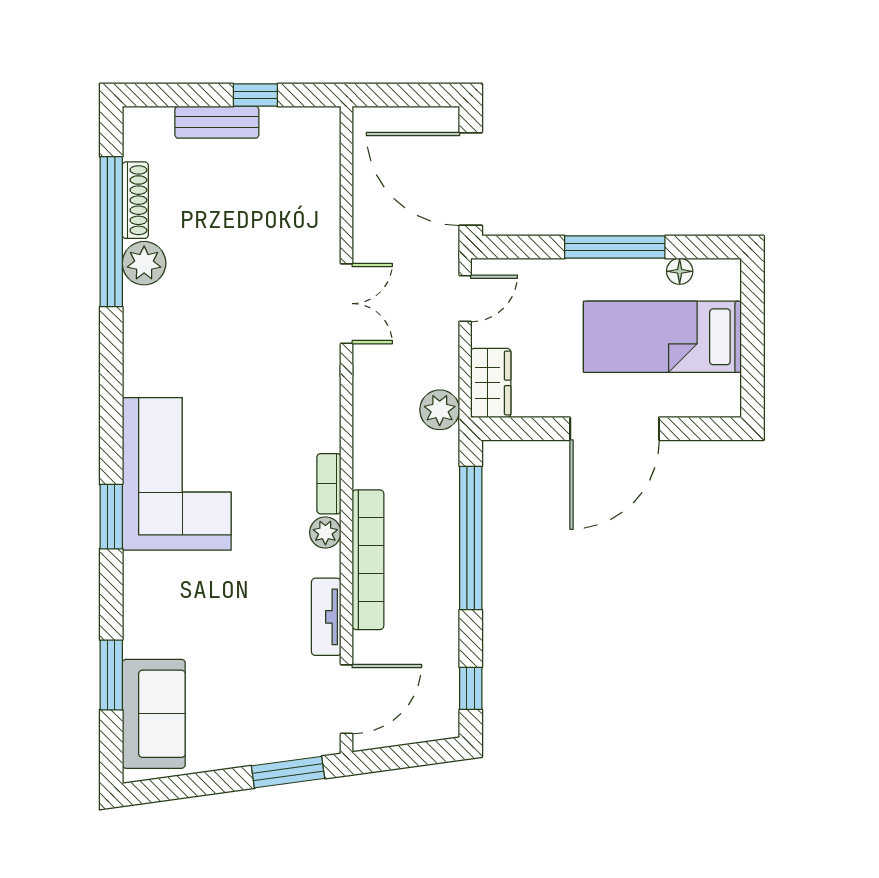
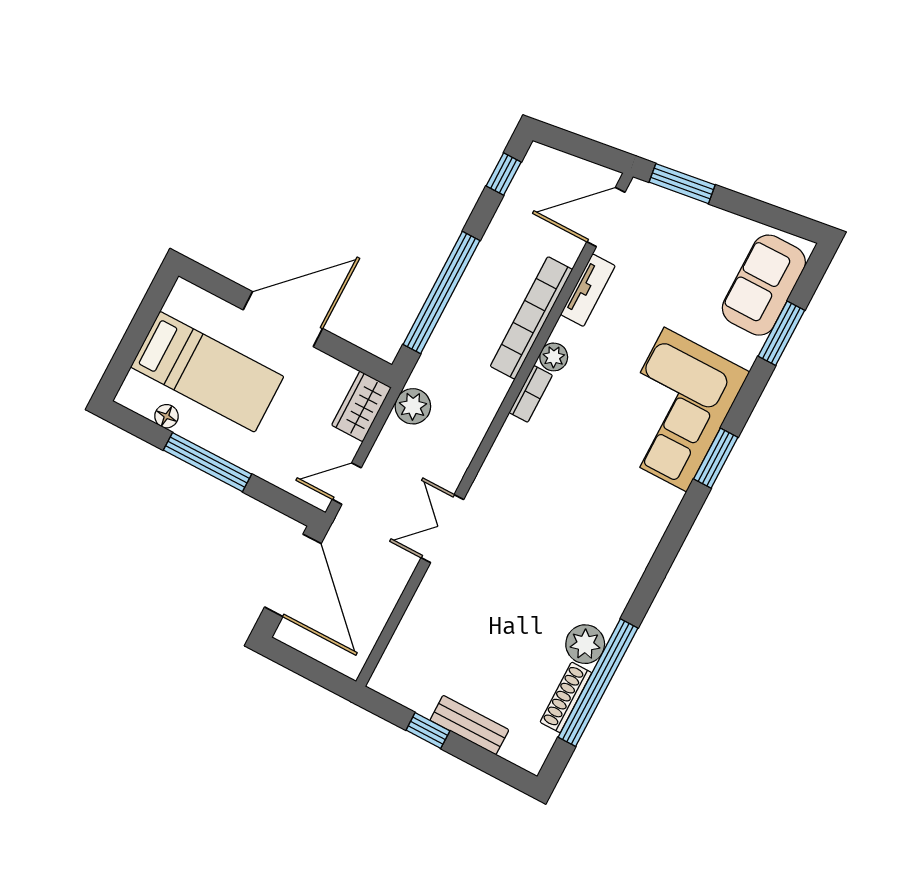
corner sofa: (177, 474) -> (675, 409), moved

